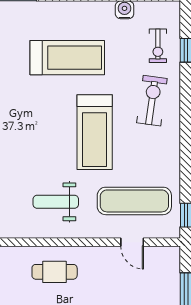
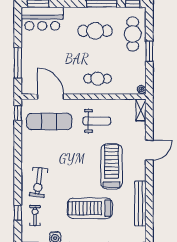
treadmill: (95, 132) -> (112, 166), moved
door: (132, 242) -> (51, 97), width x1.88

